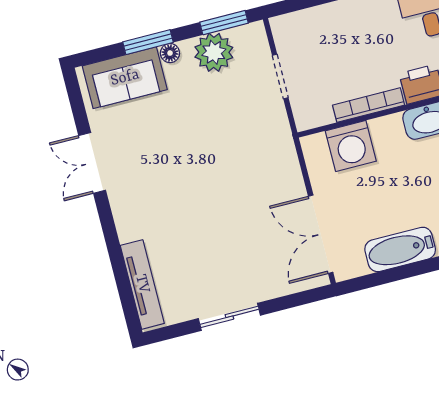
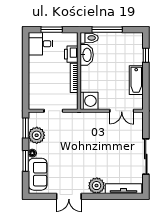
washing machine: (351, 146) -> (89, 101), moved
plant: (133, 220) -> (97, 186), added
double door: (321, 234) -> (122, 111), width x0.73
sliding door: (229, 317) -> (146, 157), width x1.37

